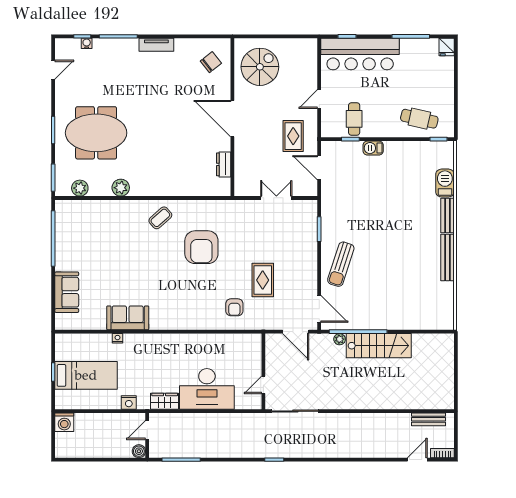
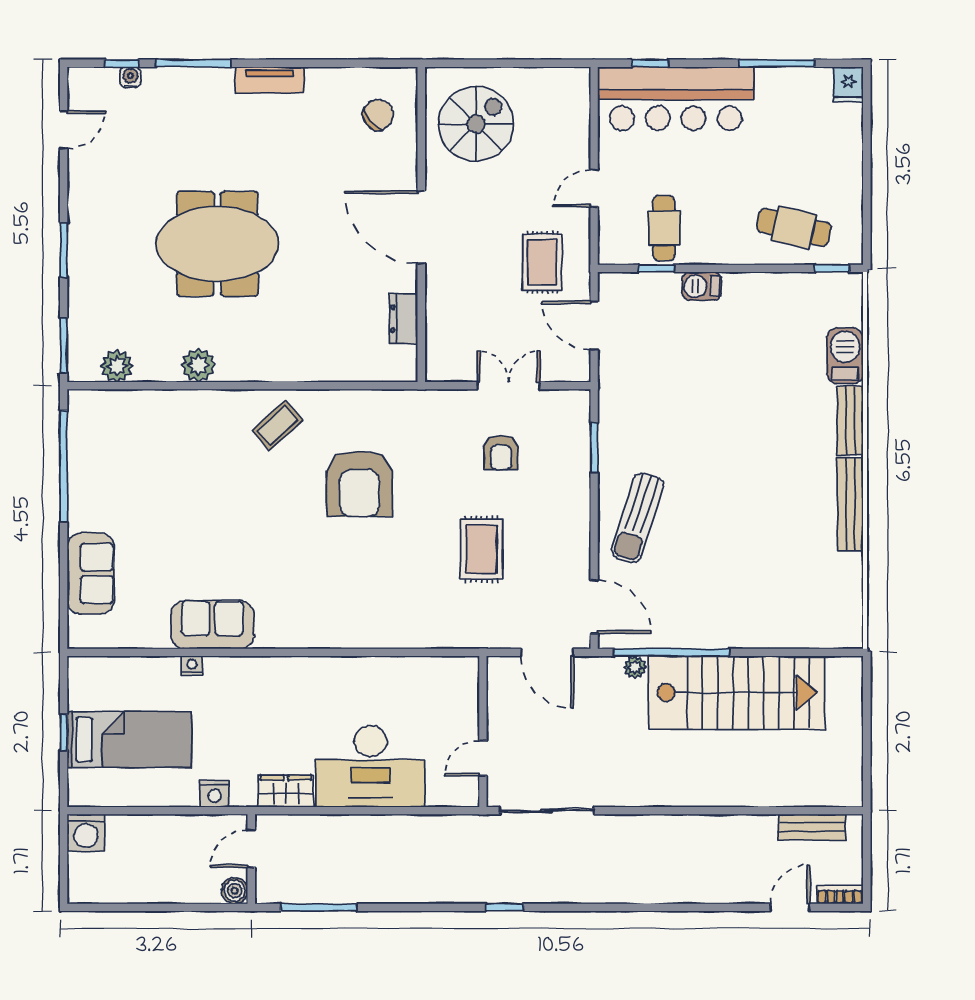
meeting table: (96, 133) -> (217, 244), moved
armchair: (234, 307) -> (501, 453), moved
stairs: (379, 346) -> (737, 693), width x1.36, depth x1.51

